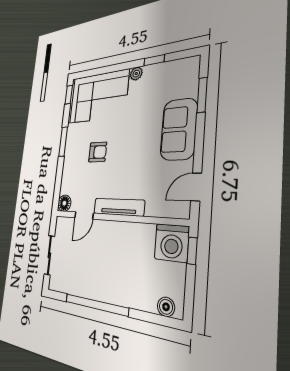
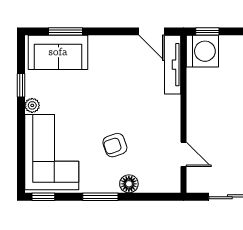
sofa: (179, 129) -> (58, 52), moved
armchair: (98, 152) -> (115, 145), turned -109
floor lamp: (64, 203) -> (129, 184), moved
tv unit: (119, 207) -> (173, 65), moved

